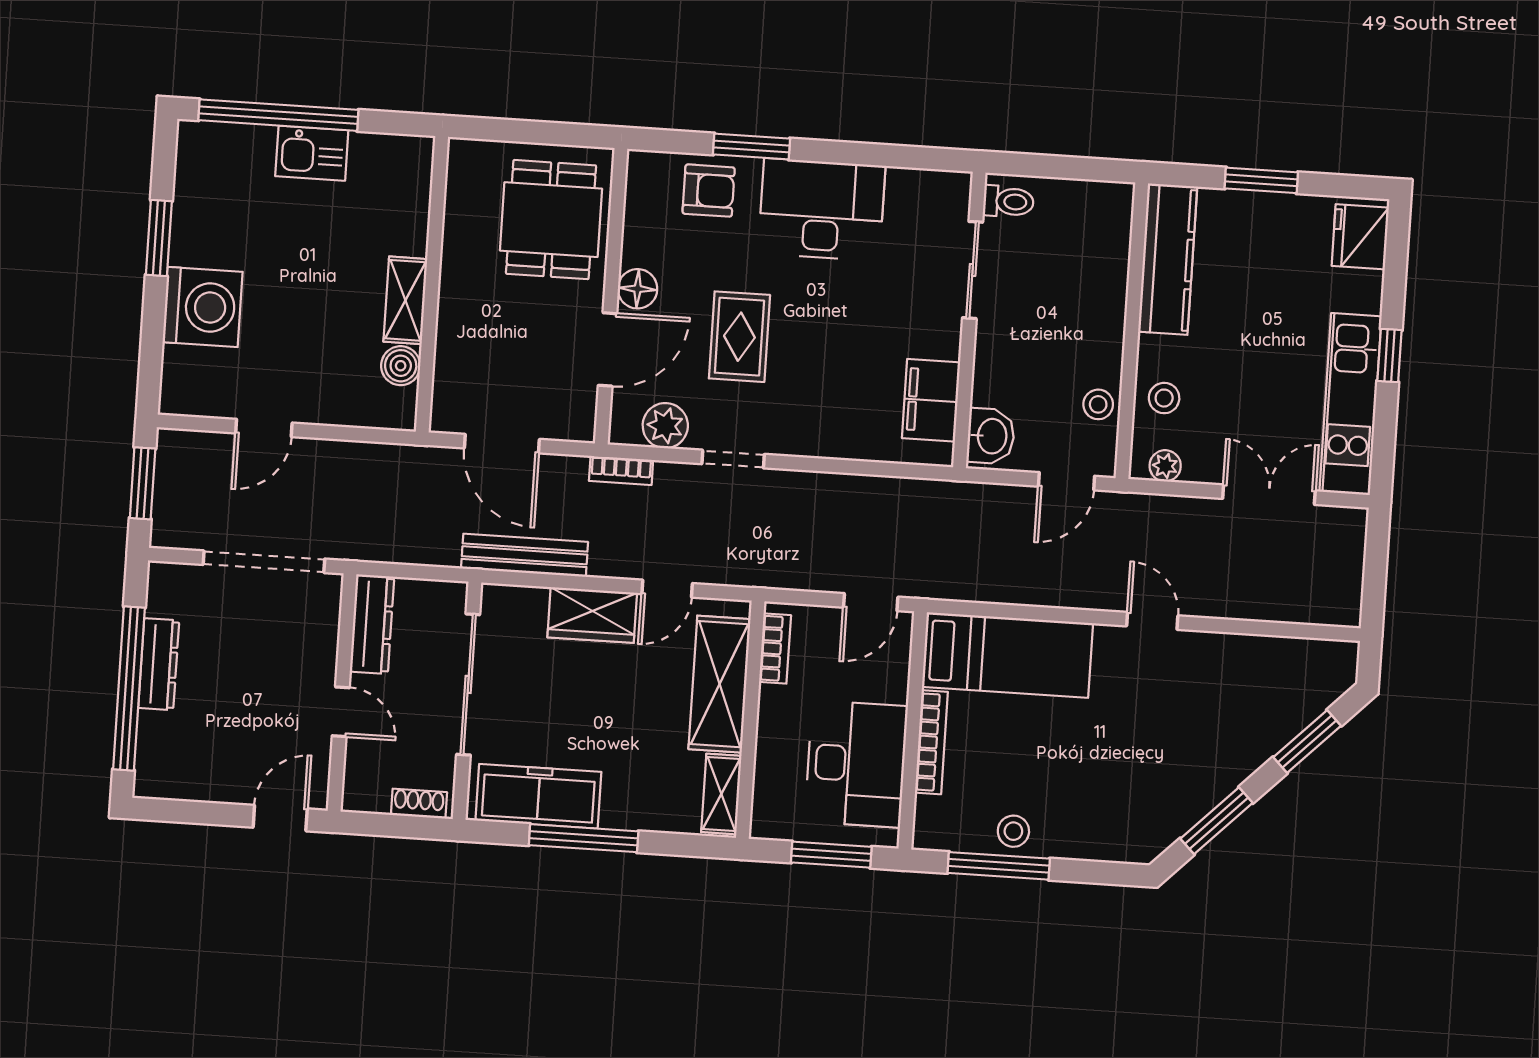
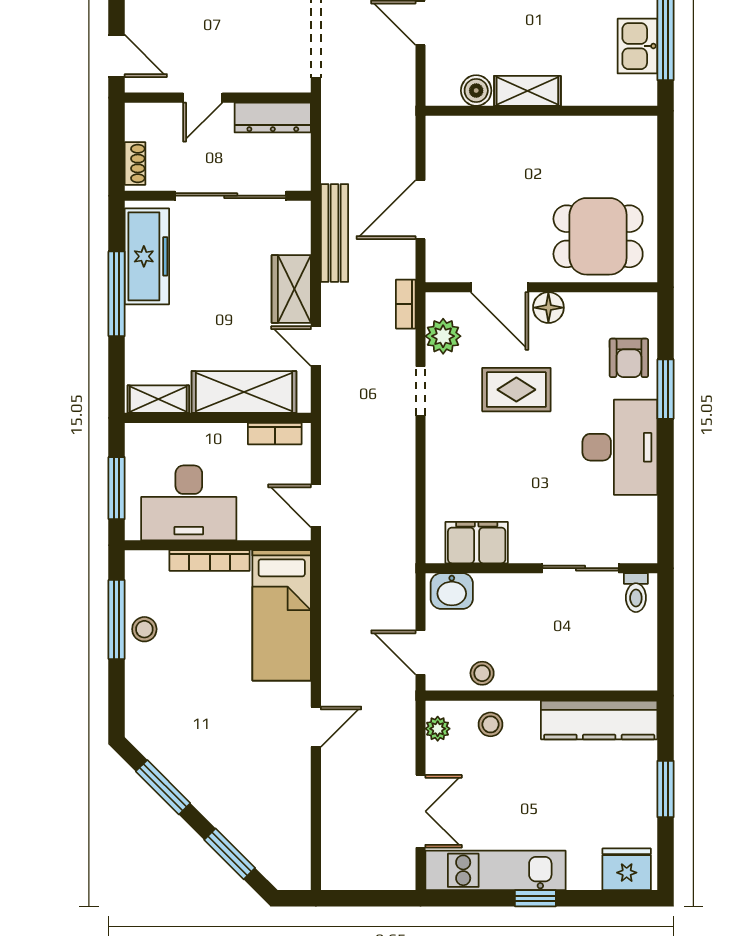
wall: (432, 284) -> (541, 111), moved
shelving: (405, 300) -> (527, 91), moved
boiler: (401, 366) -> (476, 91), moved

